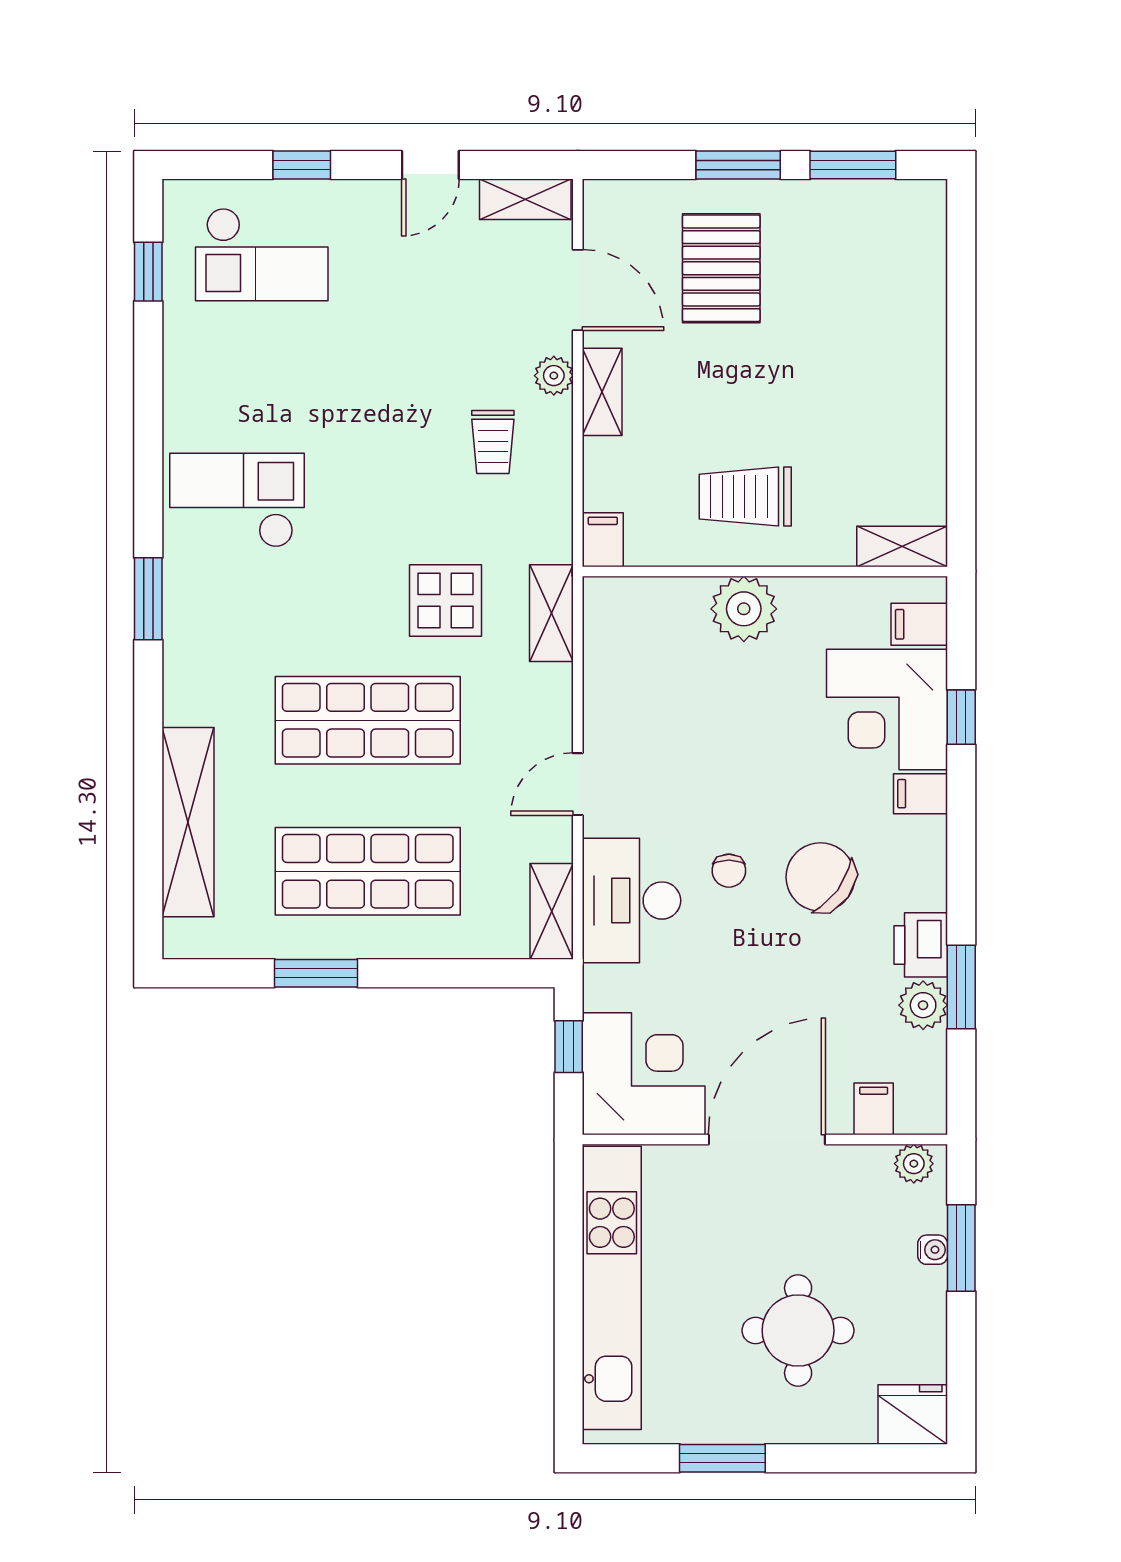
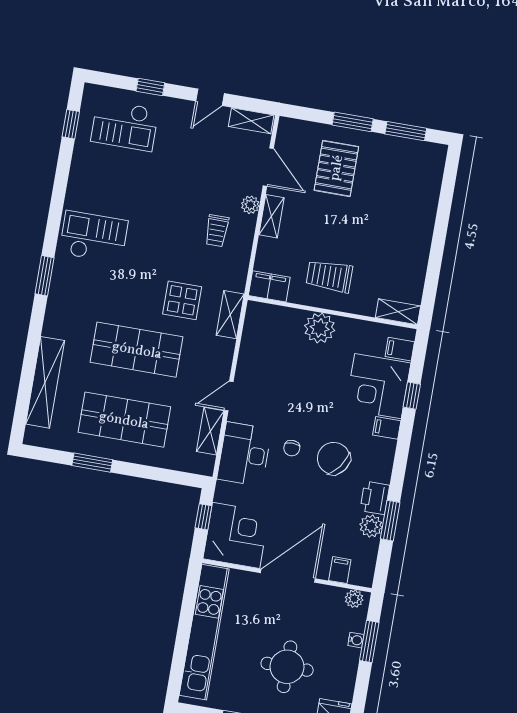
filing cabinet: (603, 540) -> (269, 286), width x2.00
shelving: (552, 911) -> (210, 431), moved

